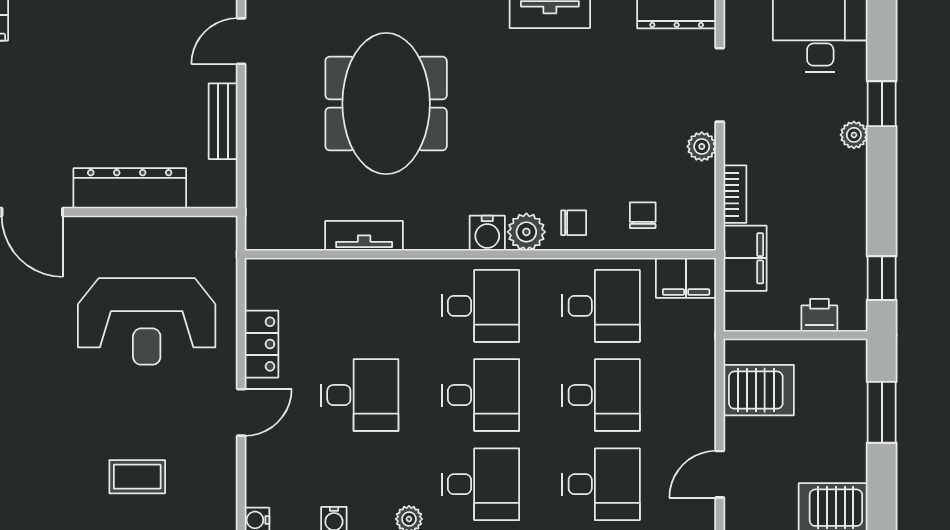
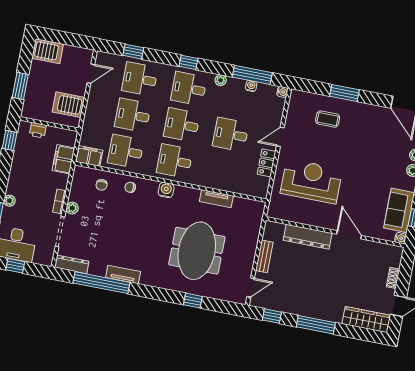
bookcase: (735, 194) -> (59, 201), moved
plant: (526, 232) -> (150, 187), removed

